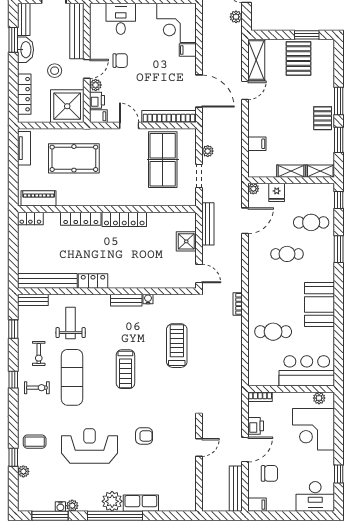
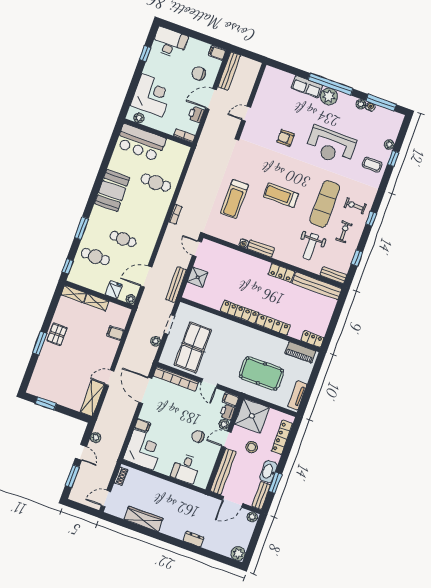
pallet: (298, 59) -> (59, 387), removed
window: (339, 140) -> (51, 313), removed
treadmill: (125, 369) -> (281, 195), turned -90

